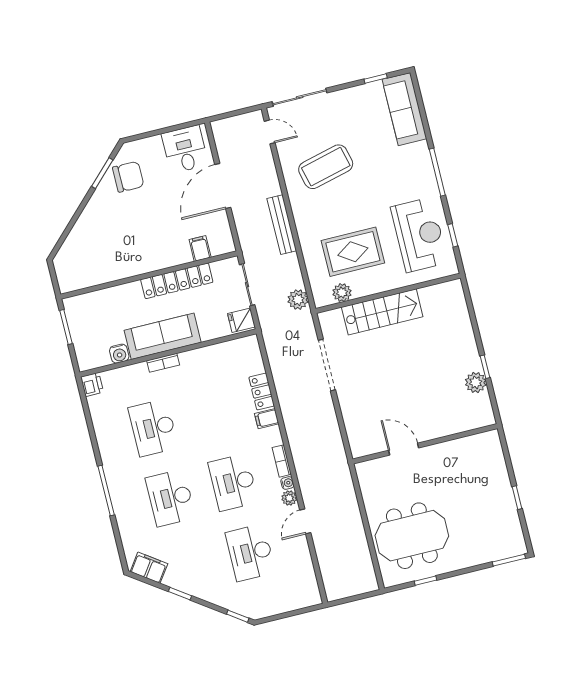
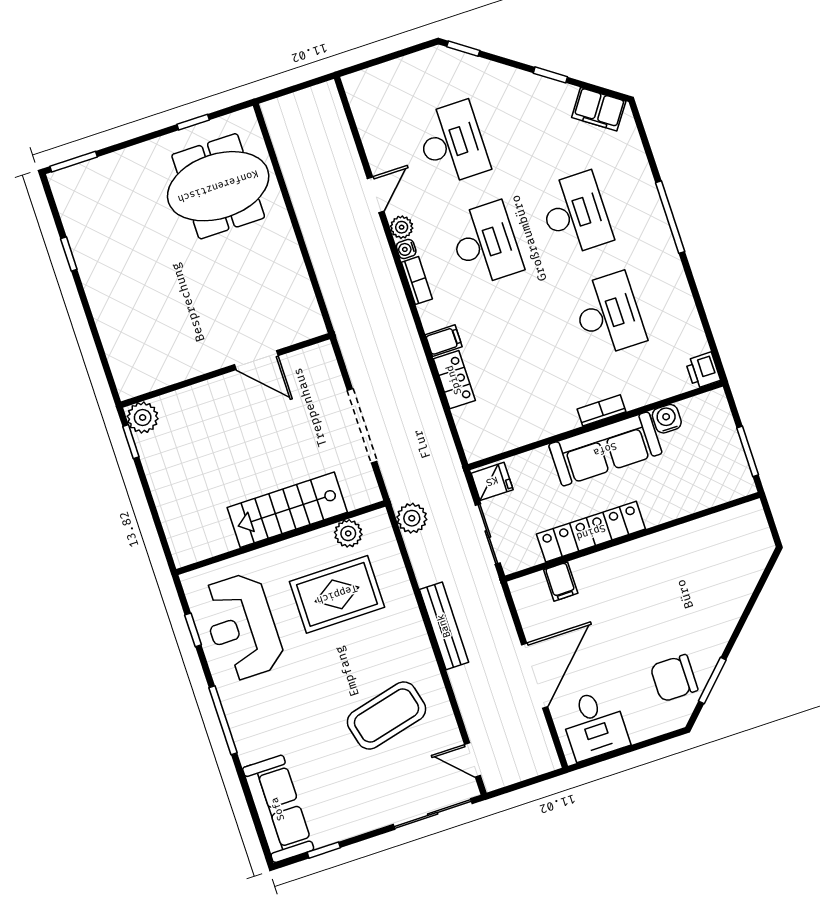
wall: (425, 444) -> (225, 370), moved
door: (404, 449) -> (256, 360), moved

